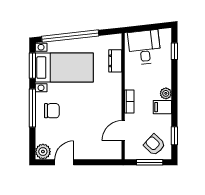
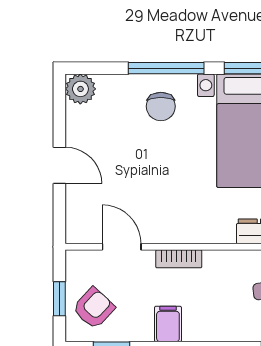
plant: (166, 93) -> (195, 331), removed
door: (64, 162) -> (59, 165), moved
window: (150, 162) -> (59, 299), width x0.67

